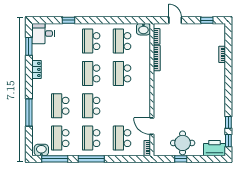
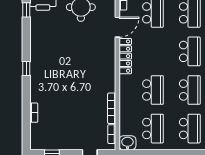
locker: (145, 102) -> (125, 56), added
window: (228, 122) -> (26, 69), moved
door: (152, 126) -> (117, 27), hinge flipped

